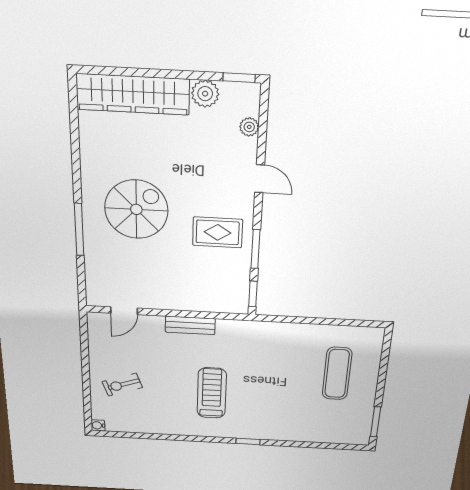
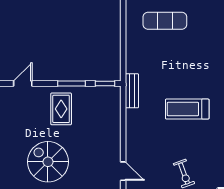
bench: (190, 325) -> (132, 91), moved

